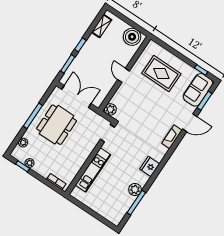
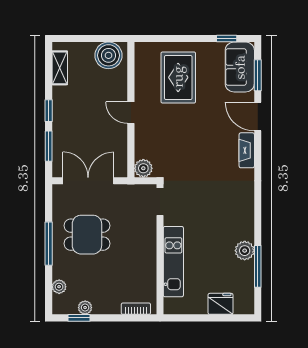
rug: (161, 73) -> (178, 77), turned 90
door: (190, 123) -> (258, 117), swing flipped
dining table: (57, 125) -> (87, 235), width x0.73
fridge: (150, 166) -> (221, 304), moved, turned 90

